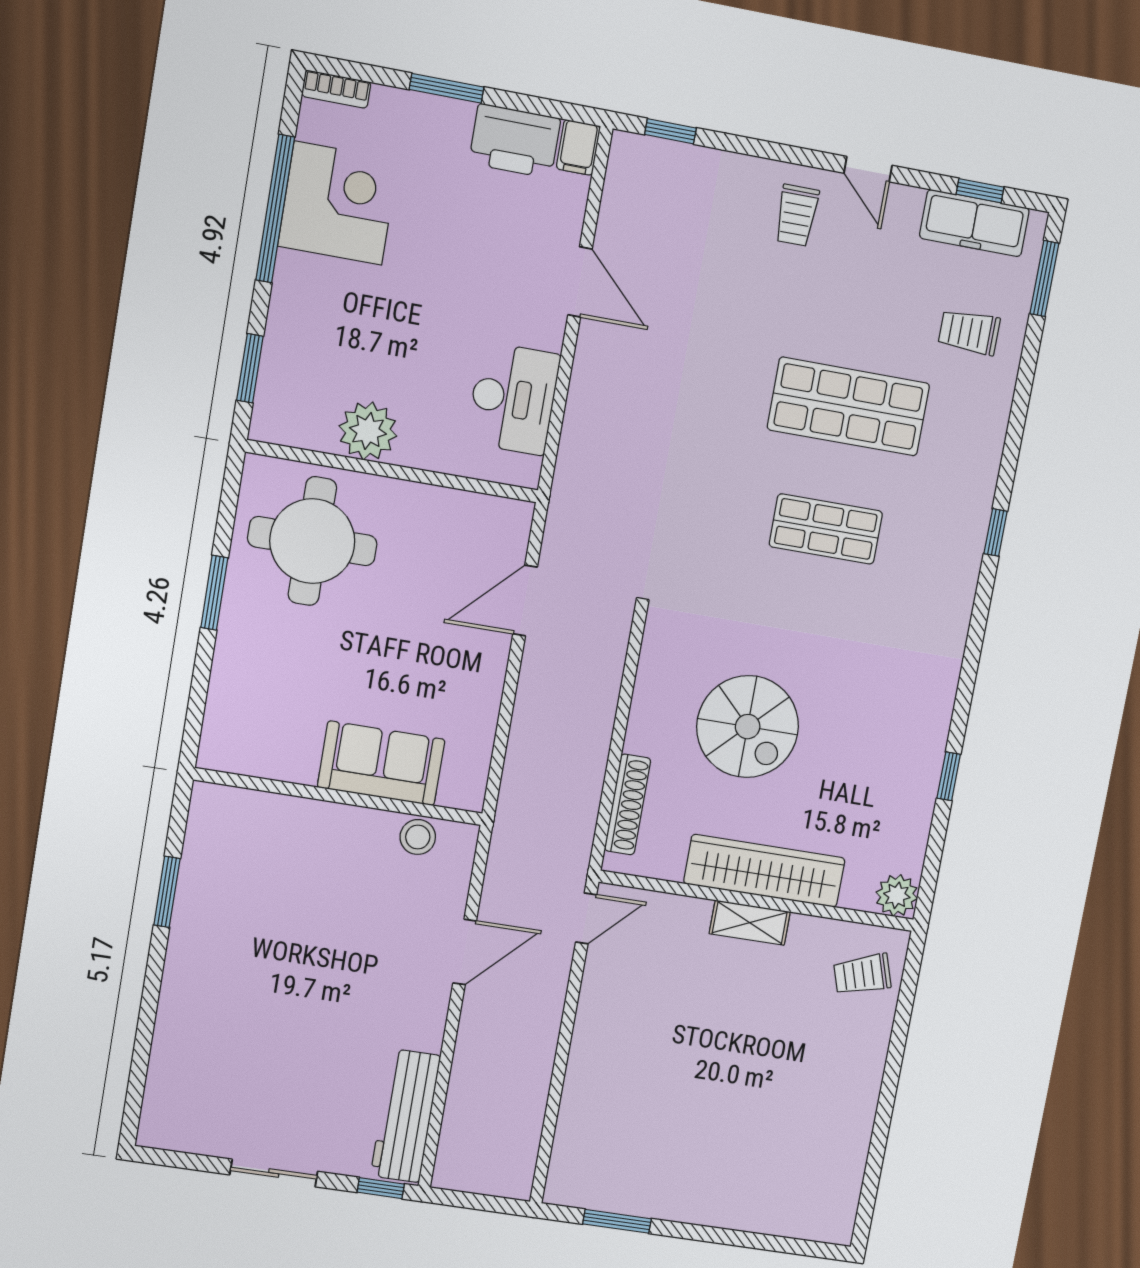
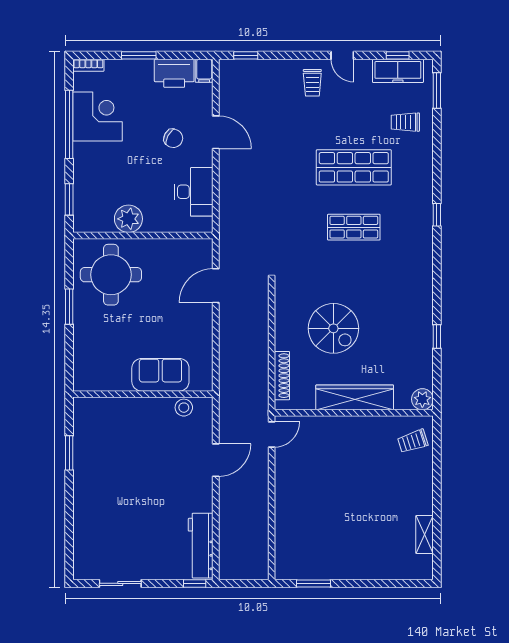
chair: (489, 279) -> (173, 138), added
shelving: (750, 923) -> (425, 534), moved, turned 90
sliding door: (274, 1173) -> (120, 583), moved

